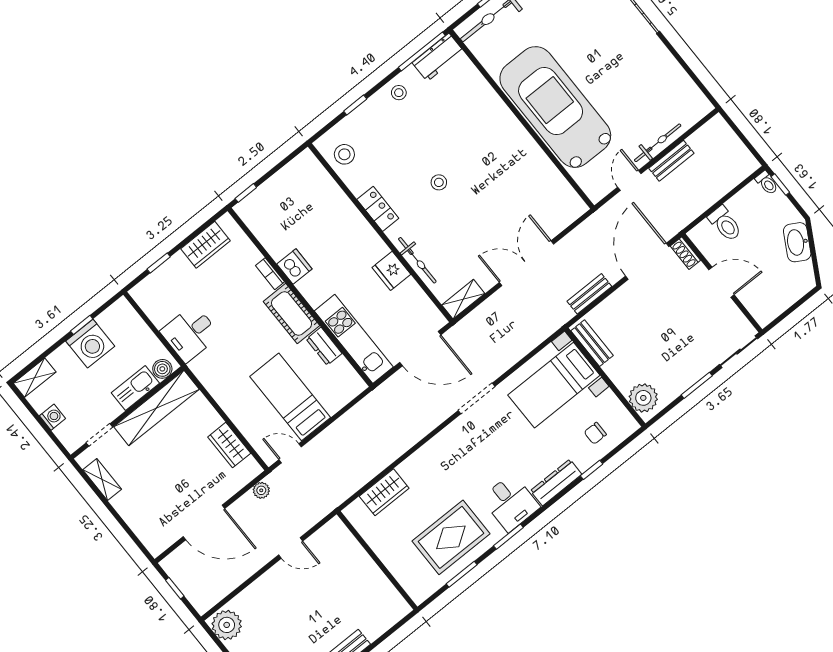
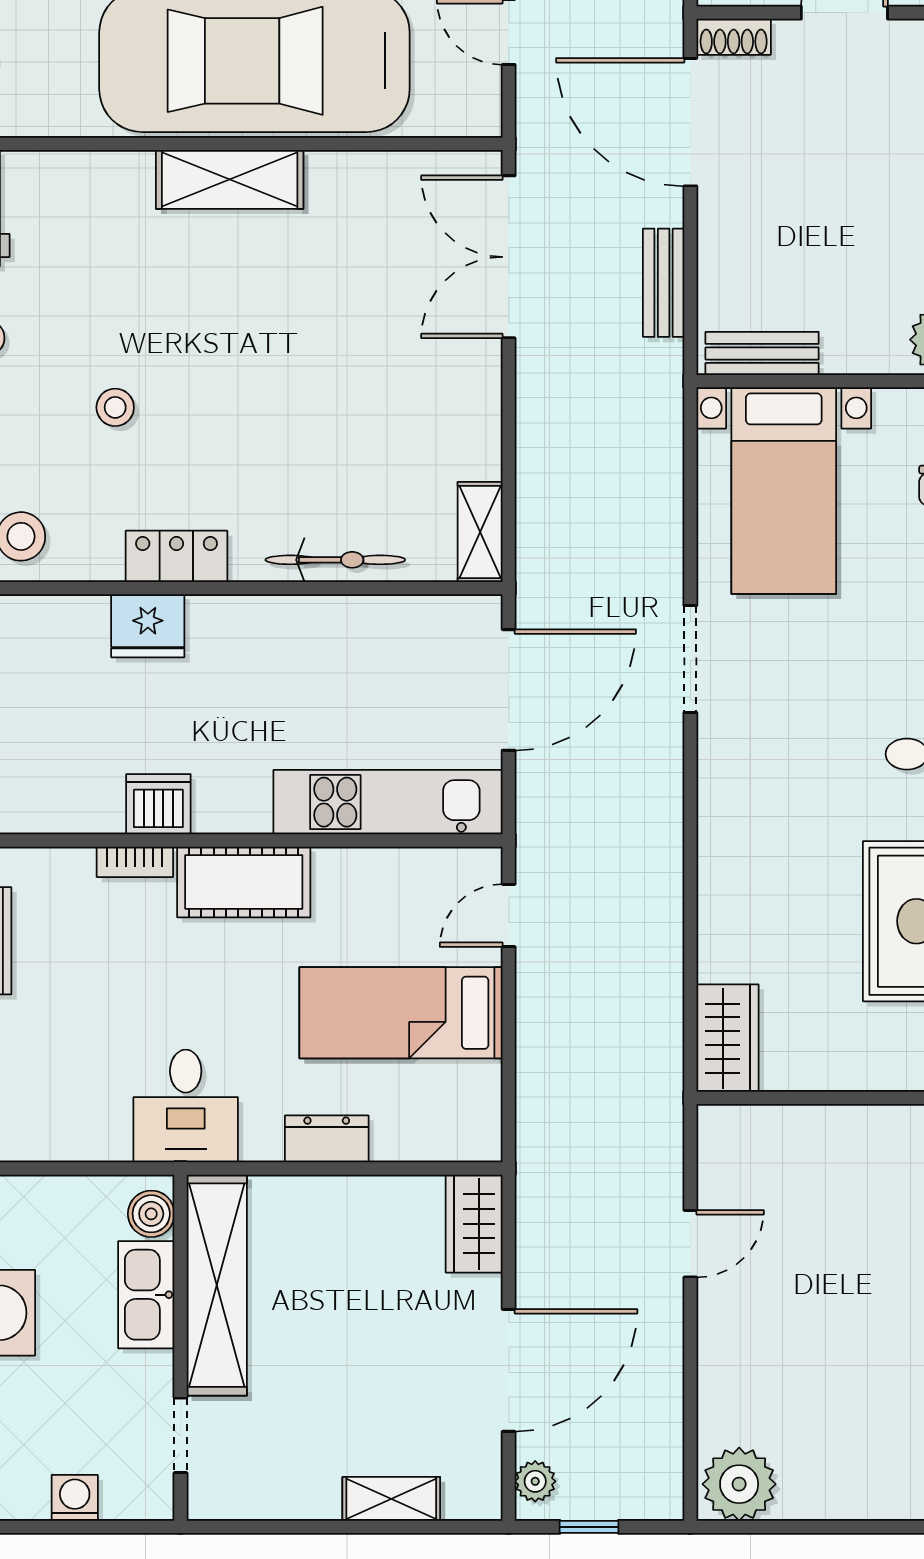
shelving: (511, 129) -> (230, 179), added
stool: (439, 182) -> (115, 407), moved
double door: (526, 263) -> (509, 257), moved
fridge: (391, 271) -> (148, 626), moved
desk: (190, 333) -> (186, 1106), moved
dresser: (324, 346) -> (327, 1139), moved, turned 180
wardrobe: (229, 445) -> (474, 1224), moved, turned 90
door: (290, 453) -> (509, 916), moved
shelving: (102, 480) -> (391, 1499), moved
plant: (261, 490) -> (535, 1481), moved
wardrobe: (384, 492) -> (728, 1038), moved

